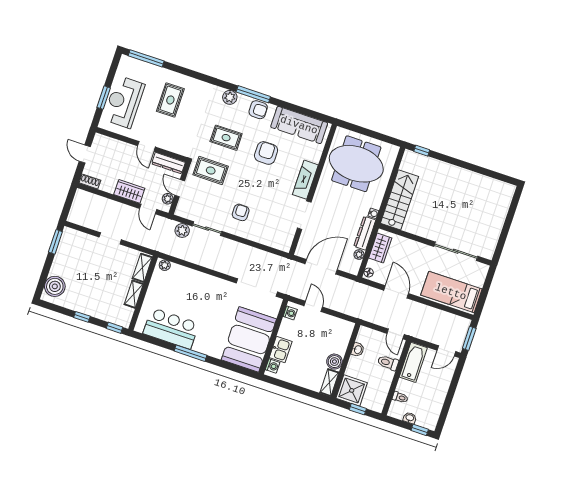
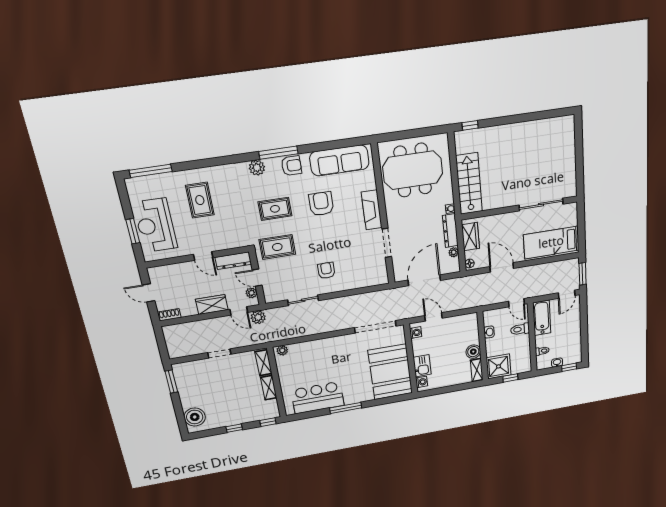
plant: (182, 231) -> (258, 317), moved

